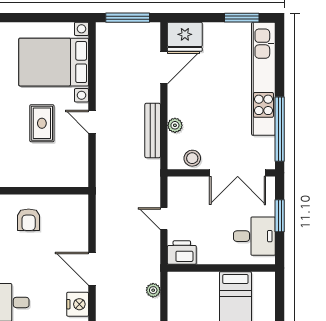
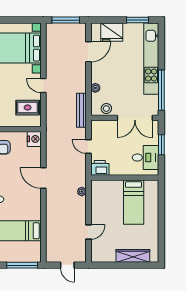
fridge: (185, 37) -> (112, 32), moved
rug: (42, 123) -> (28, 108), moved, turned 90
bench: (153, 130) -> (81, 110), moved
nightstand: (78, 304) -> (34, 139), moved

